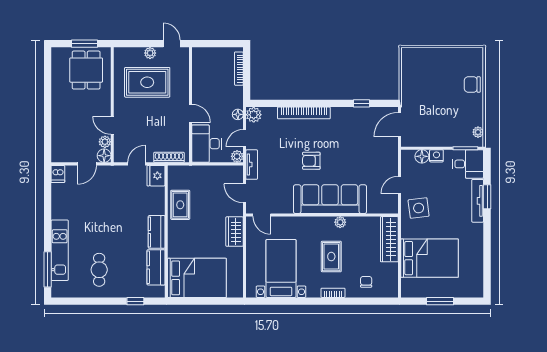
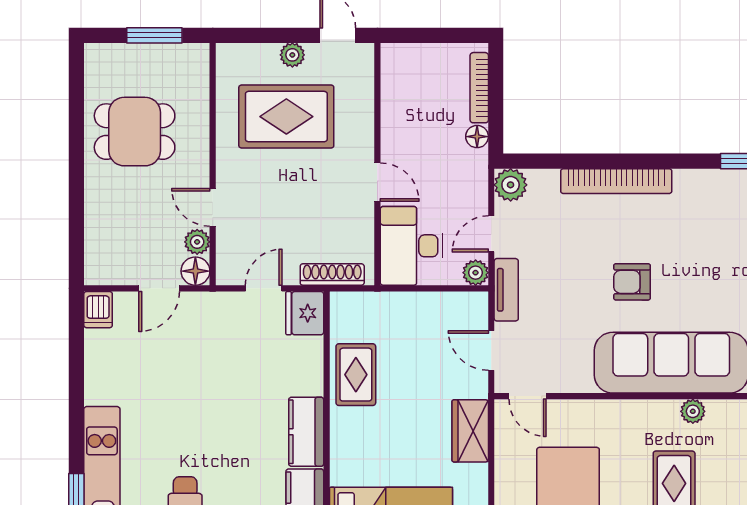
dining table: (86, 70) -> (135, 132), moved, turned 90
floor lamp: (238, 114) -> (477, 137), moved

